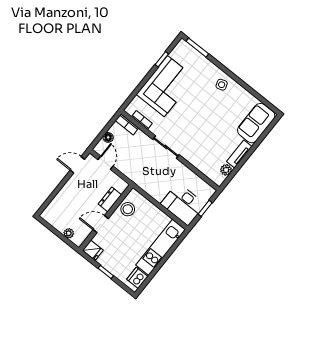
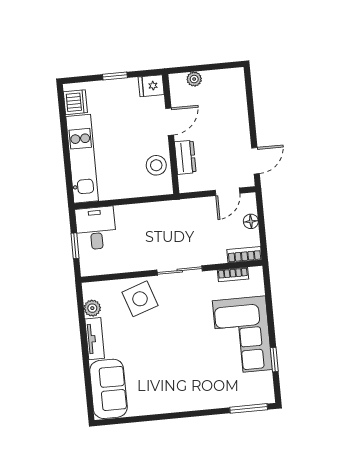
side table: (222, 85) -> (140, 299), moved, width x1.87, depth x1.87
door: (106, 163) -> (228, 192), hinge flipped
desk: (183, 204) -> (96, 228), width x0.73

